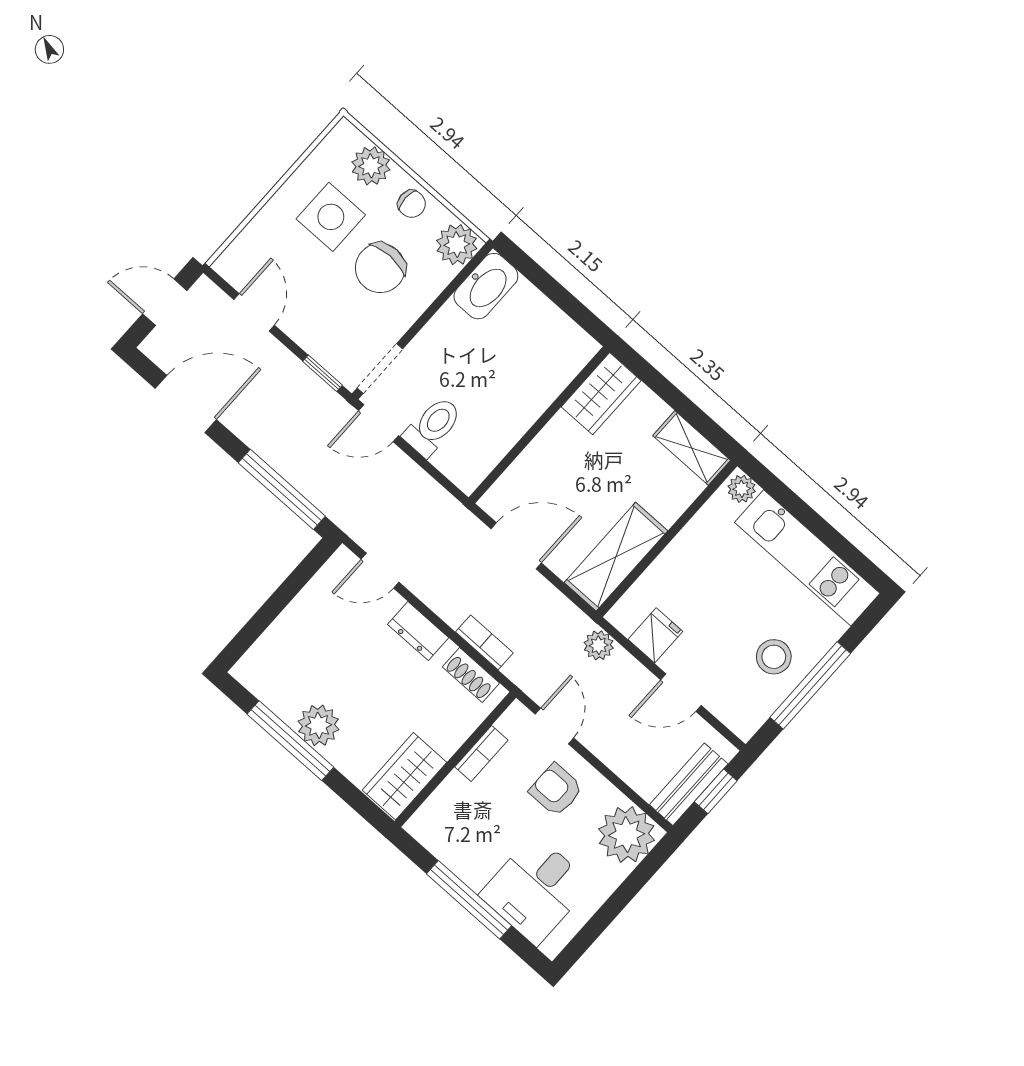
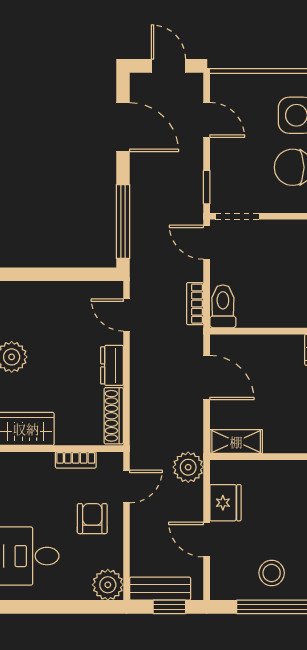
door: (254, 312) -> (207, 120), hinge flipped
toilet: (433, 426) -> (223, 306), moved, turned -90
shelving: (616, 557) -> (236, 442), width x0.67, depth x0.75
fridge: (655, 635) -> (225, 503), width x1.38
bookcase: (484, 642) -> (195, 304), moved, turned 180
plant: (599, 645) -> (188, 467), width x1.38, depth x1.38
shoe rack: (471, 675) -> (114, 416), width x1.43
plant: (627, 835) -> (108, 585), width x0.73, depth x0.73

